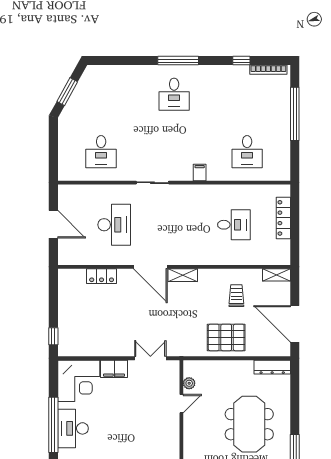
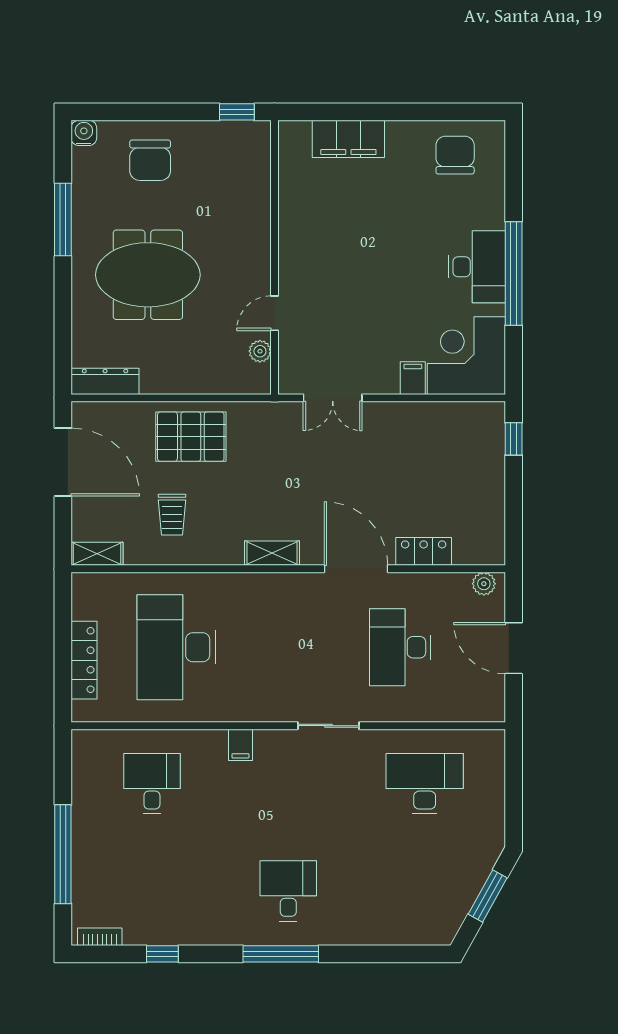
bookcase: (268, 70) -> (100, 937), width x0.64
desk: (101, 152) -> (425, 784), width x1.37
desk: (234, 225) -> (176, 647), width x1.87, depth x1.30
plant: (69, 259) -> (484, 584), added
door: (150, 267) -> (356, 569), moved
filing cabinet: (114, 369) -> (413, 378), width x0.50
meeting table: (249, 424) -> (148, 275), turned 90

